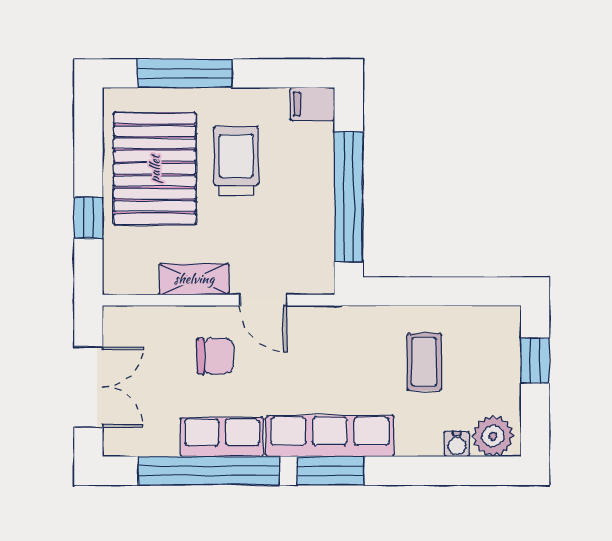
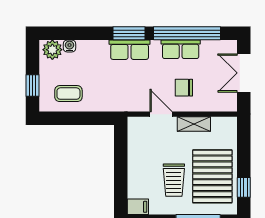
window: (349, 197) -> (121, 163), removed
window: (88, 218) -> (244, 187), moved
coffee table: (424, 362) -> (68, 94), moved, turned 90
row of seats: (330, 436) -> (130, 50), width x0.68

